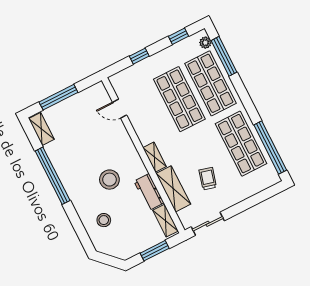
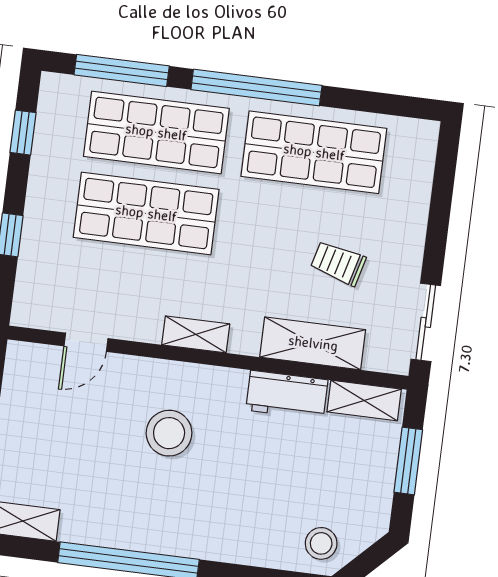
plant: (205, 43) -> (71, 89), removed
window: (270, 147) -> (256, 87), moved
shelving: (155, 157) -> (196, 334), moved
stool: (109, 180) -> (169, 433), moved
stool: (104, 220) -> (321, 543), moved

